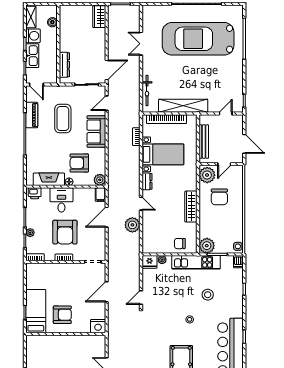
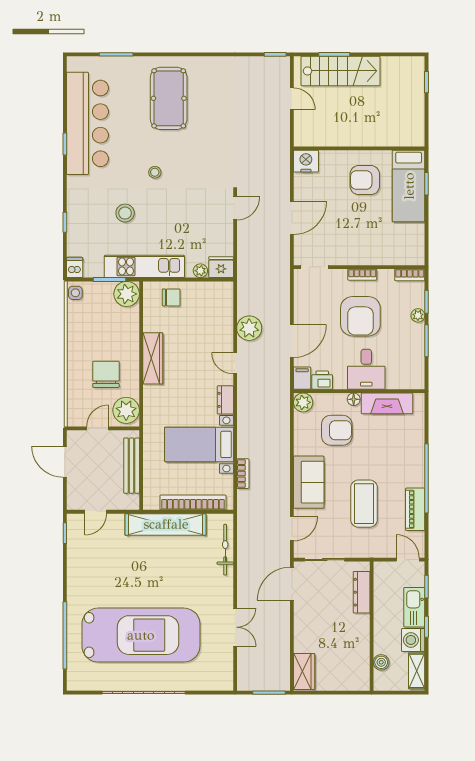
printer: (35, 193) -> (322, 380), moved
armchair: (65, 232) -> (360, 316), turned 180

